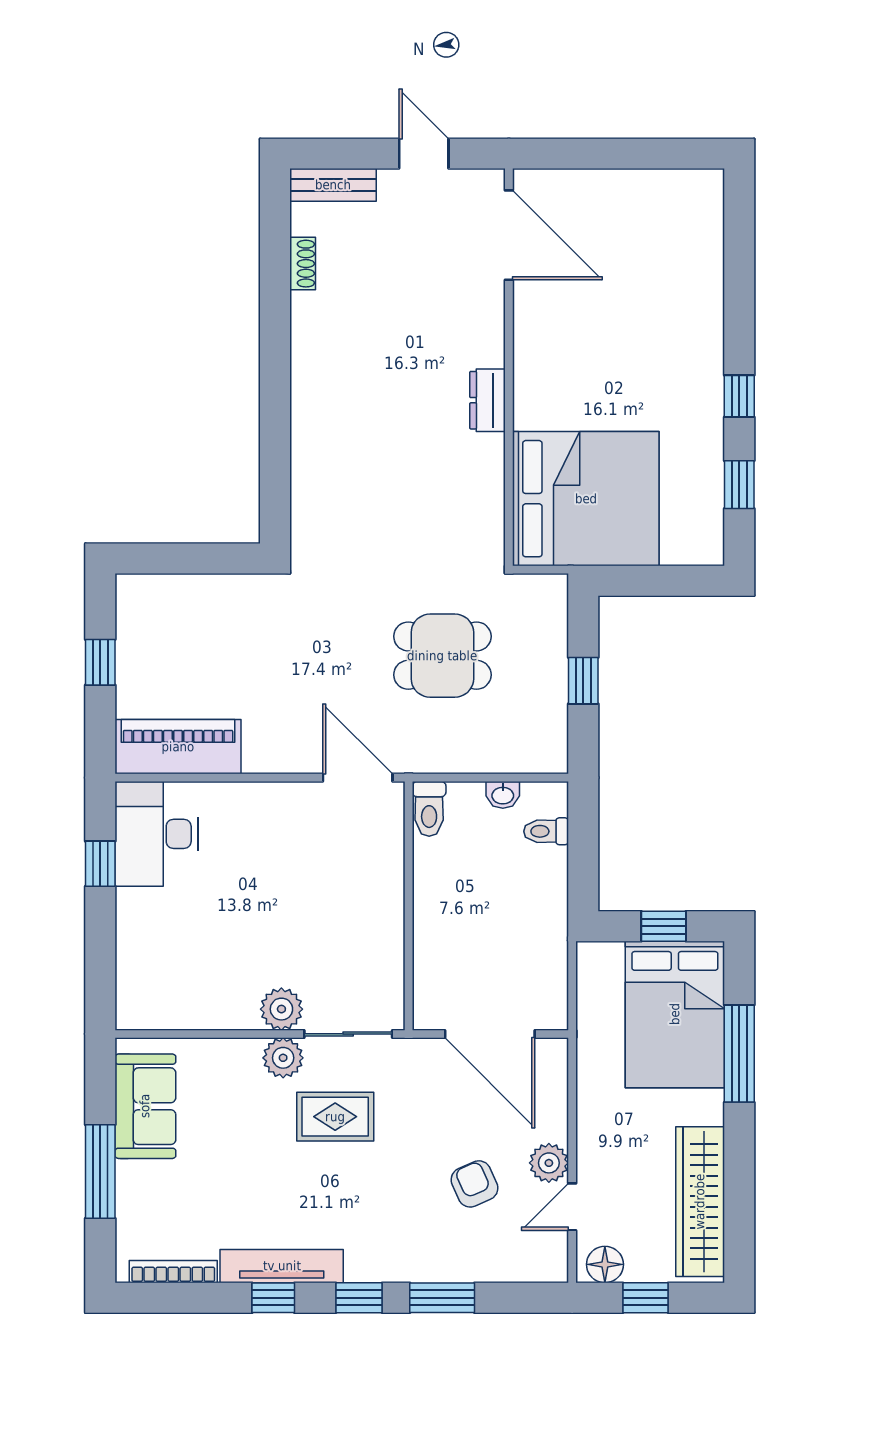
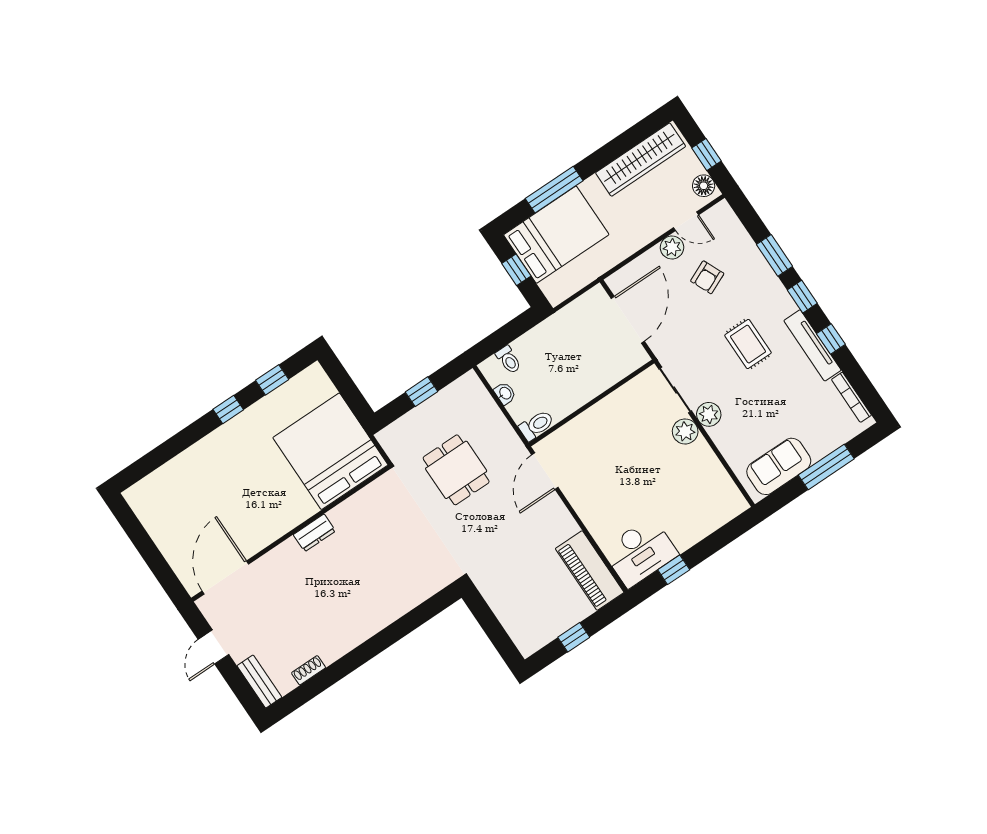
rug: (335, 1117) -> (748, 344), moved

